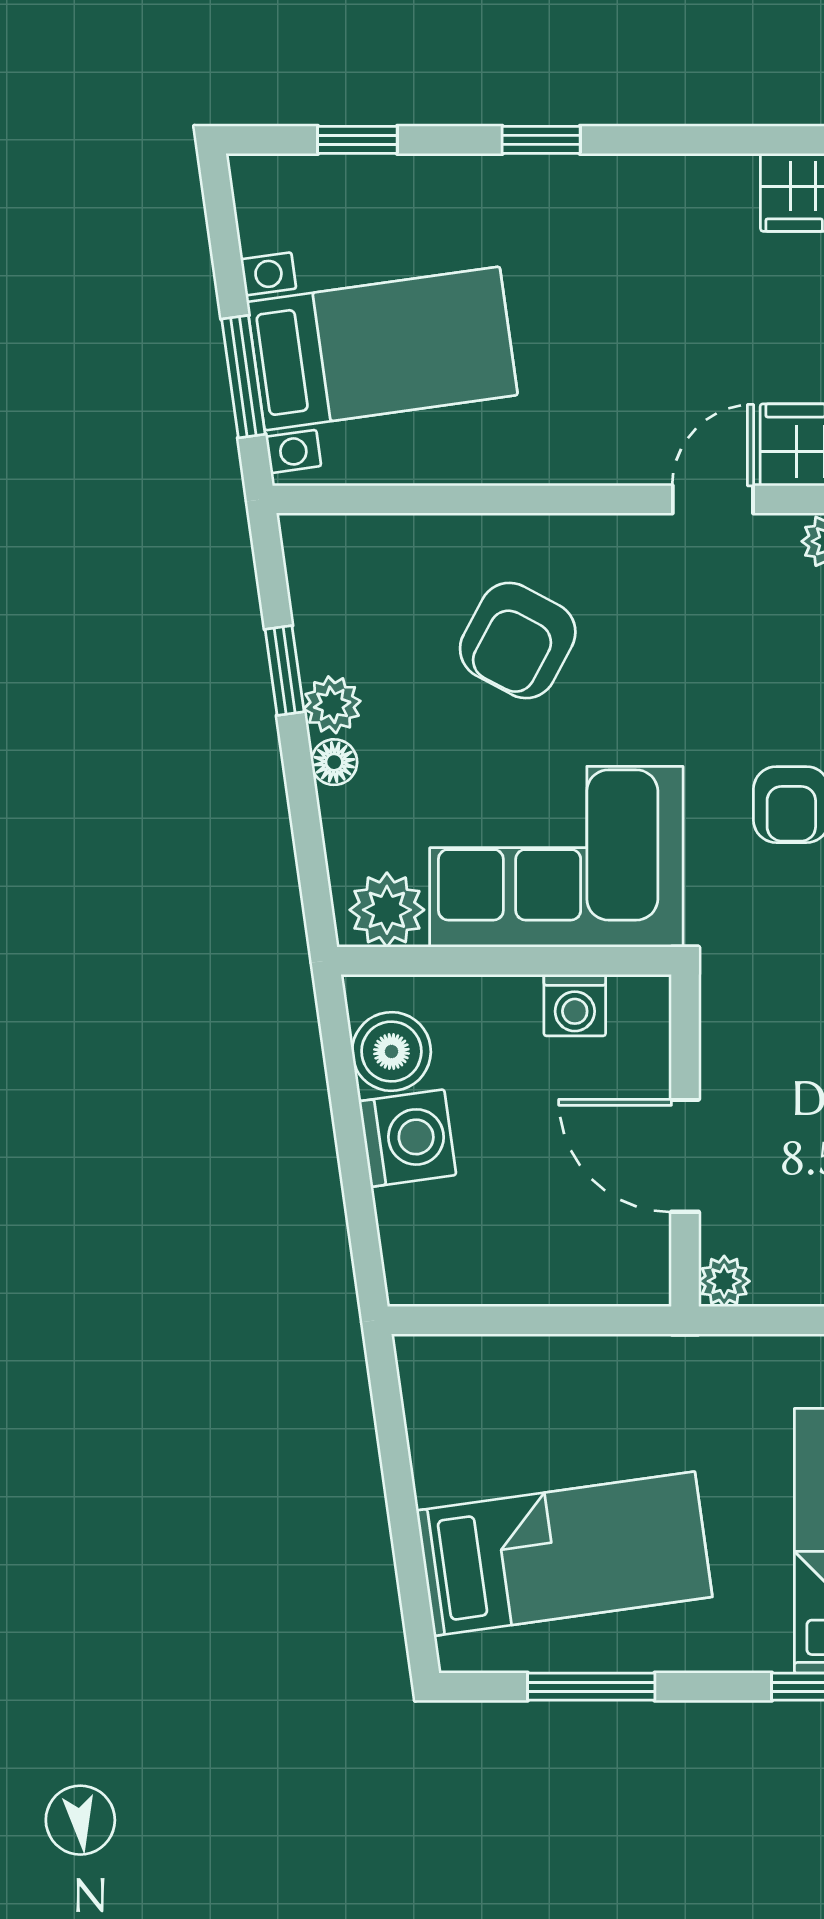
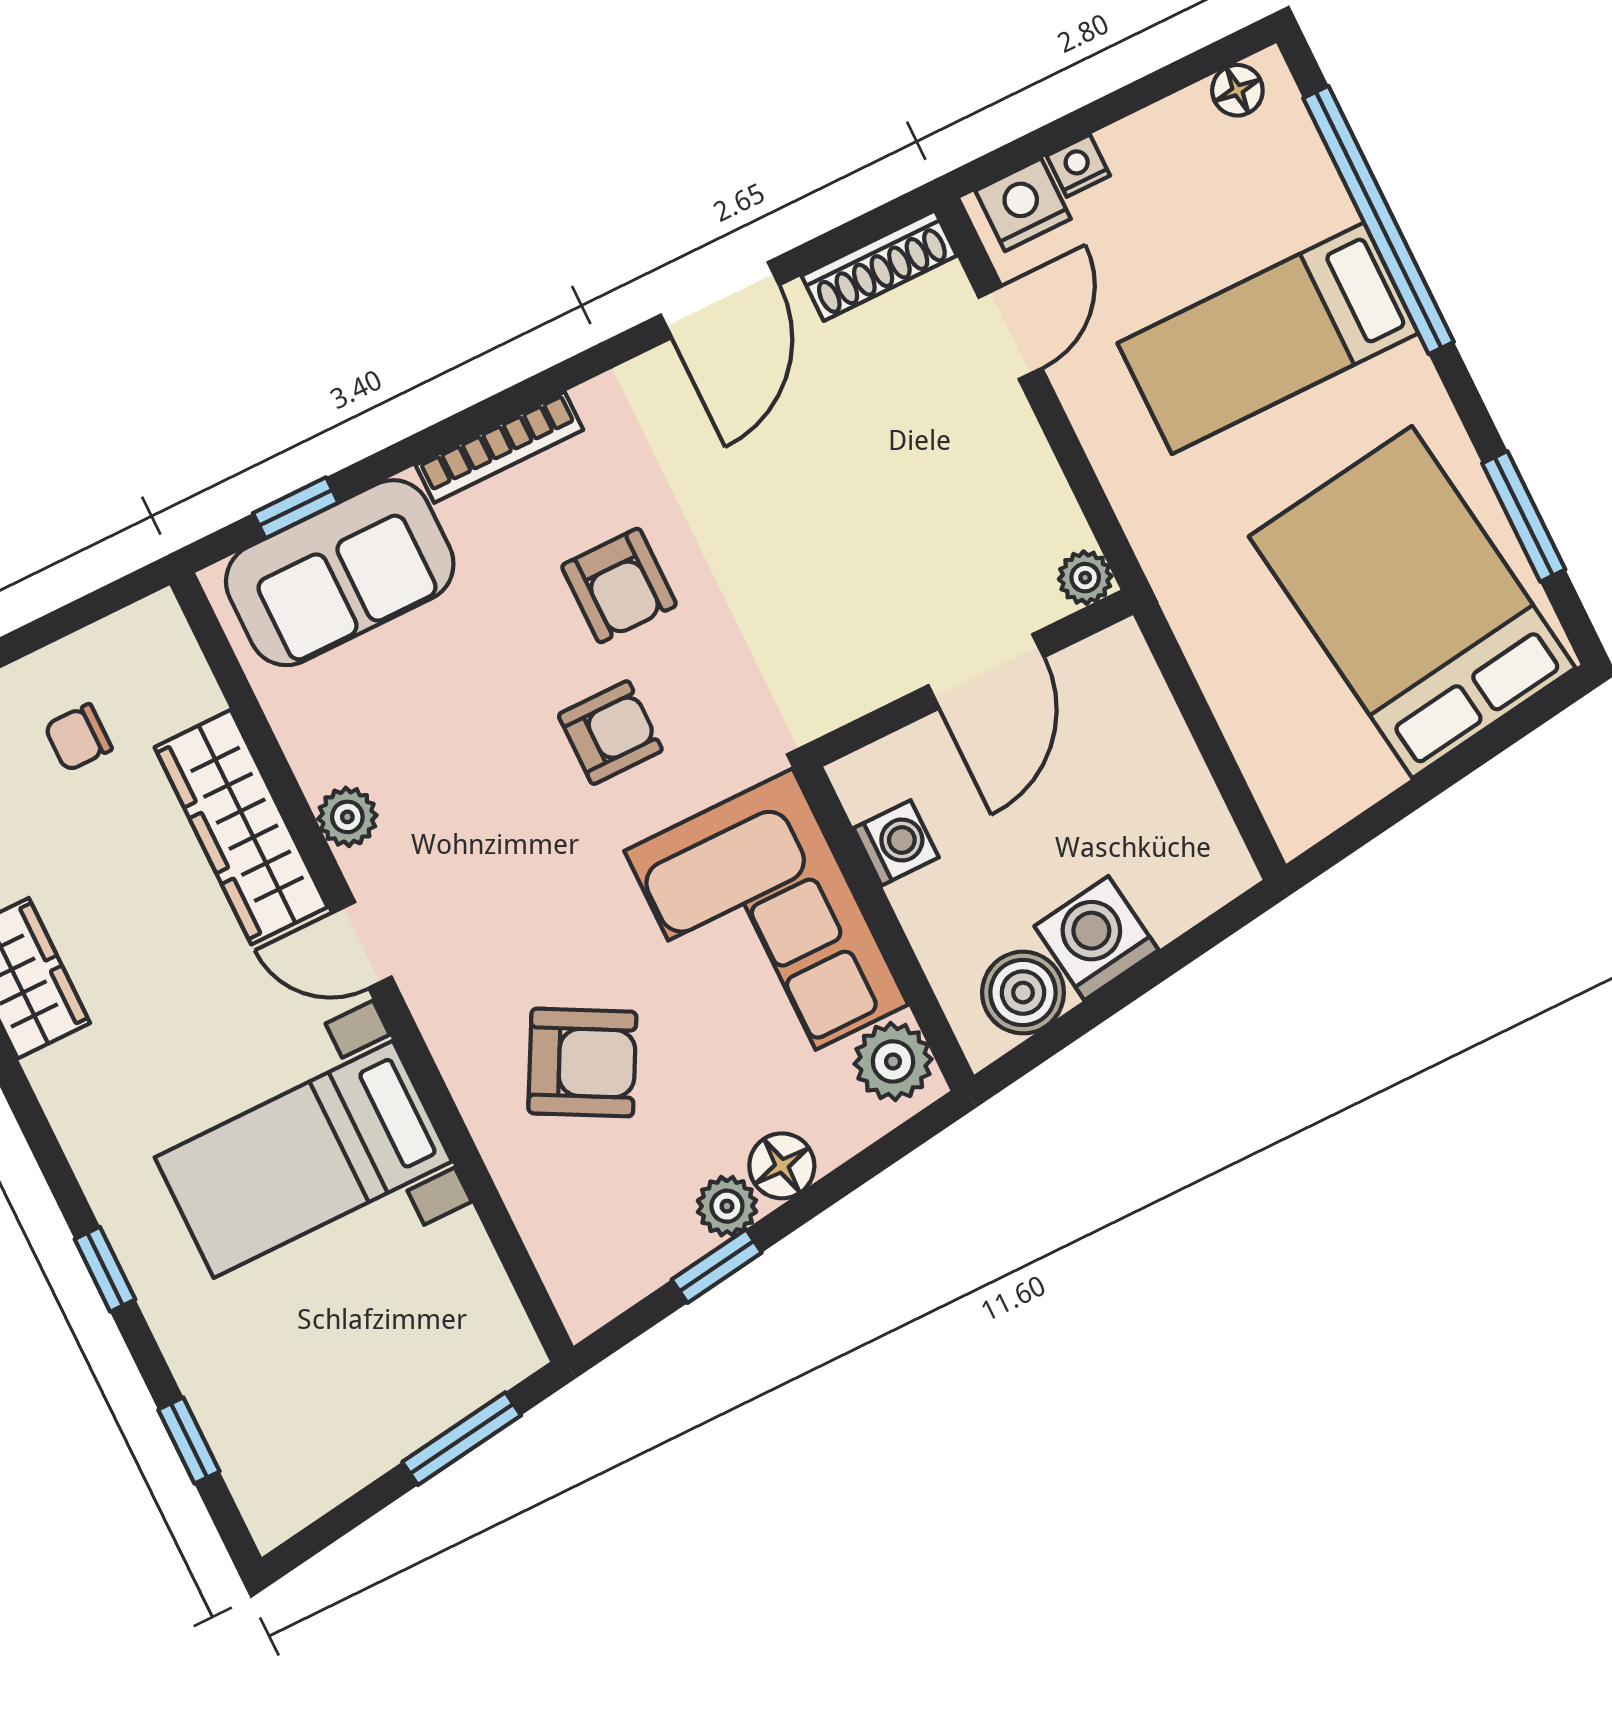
bed with nightstands: (382, 348) -> (303, 1159), moved, turned -82
floor lamp: (334, 762) -> (782, 1166), width x1.37, depth x1.37
bed: (564, 1554) -> (1412, 602), width x1.50

